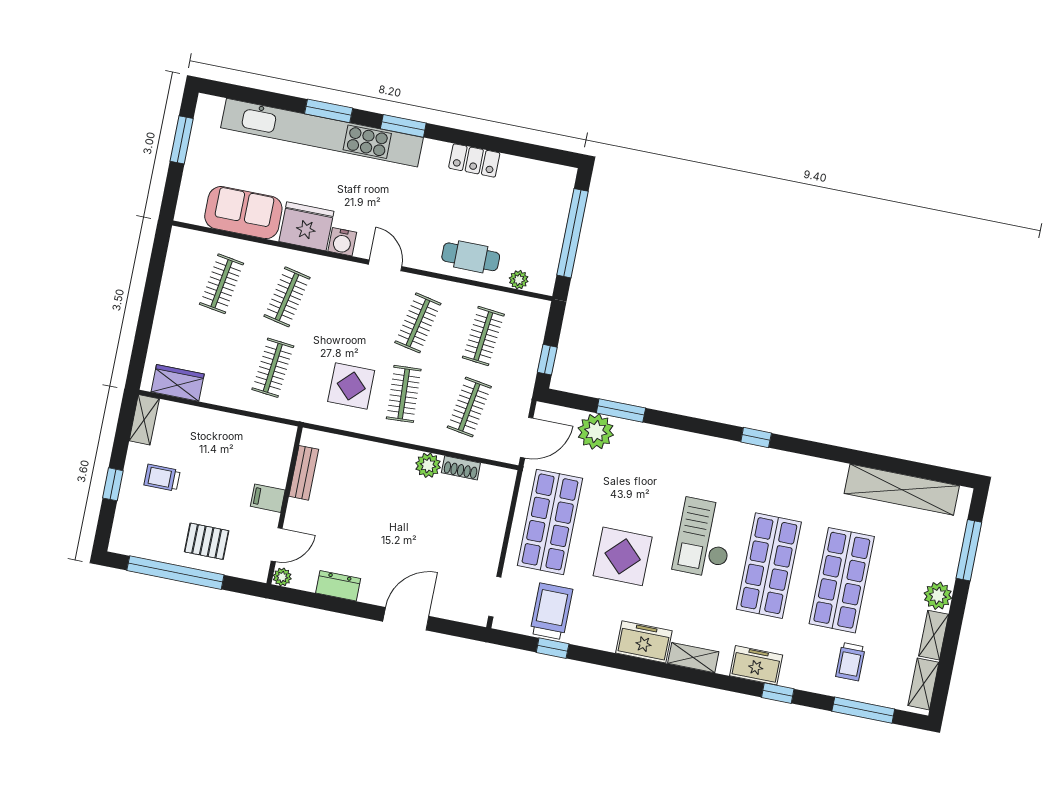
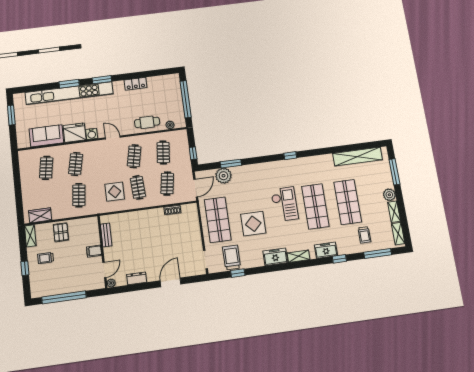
plant: (428, 465) -> (158, 214), removed
checkout: (704, 538) -> (284, 204), turned 180
pallet: (207, 541) -> (61, 232), moved, turned 90

